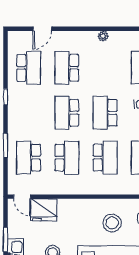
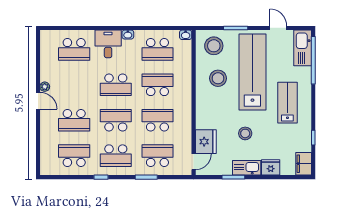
door: (42, 29) -> (38, 101), moved
school desk: (29, 113) -> (116, 156), added
school desk: (67, 113) -> (116, 120), turned 180
school desk: (29, 158) -> (157, 156), turned 180

